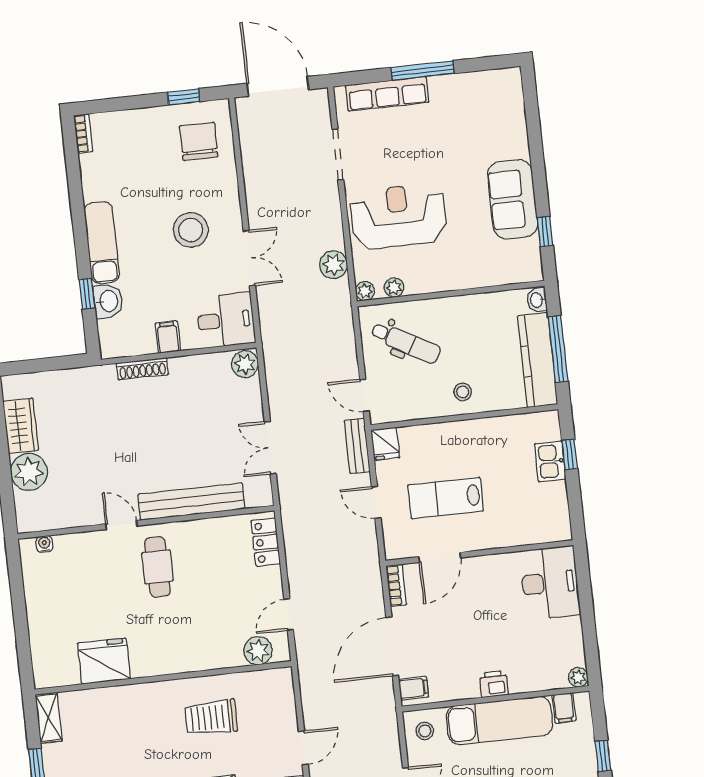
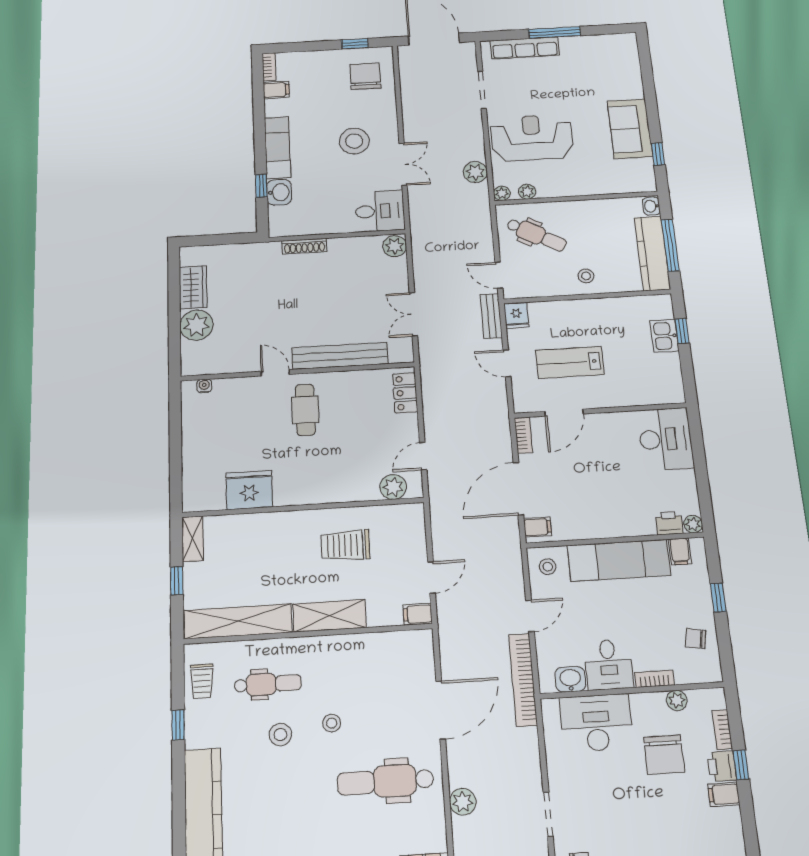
filing cabinet: (168, 337) -> (276, 90), moved, turned 90
printer: (494, 684) -> (669, 523), moved

